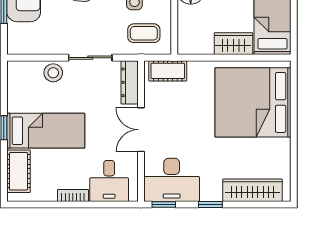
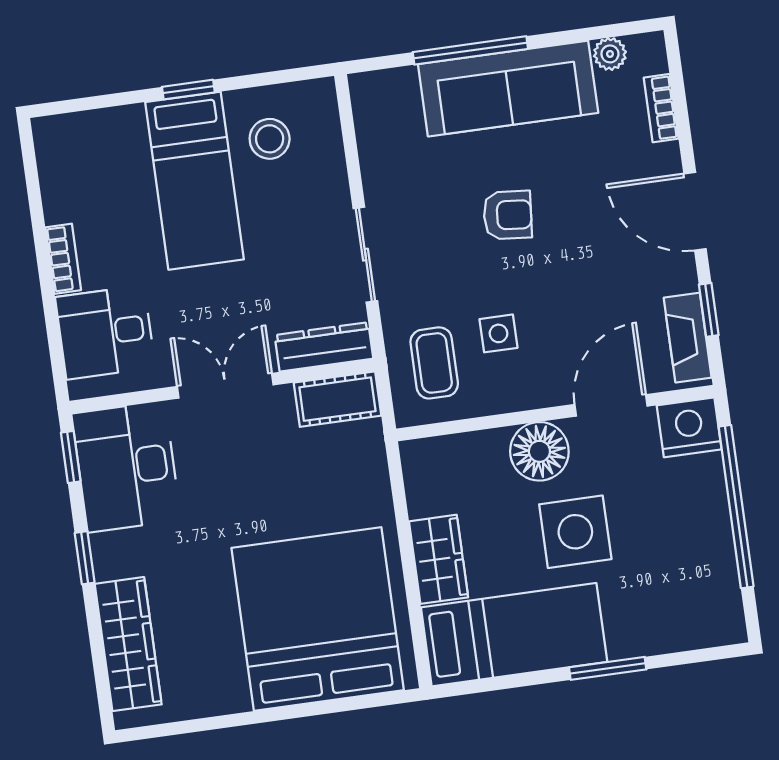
cot: (168, 71) -> (337, 399), moved, turned 90
stool: (53, 73) -> (270, 139), moved
cot: (19, 171) -> (99, 134), removed

